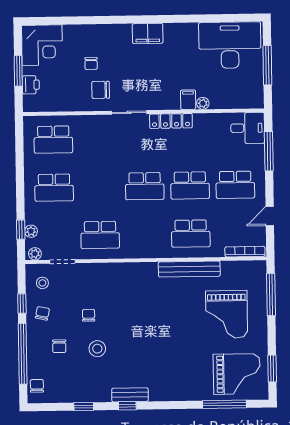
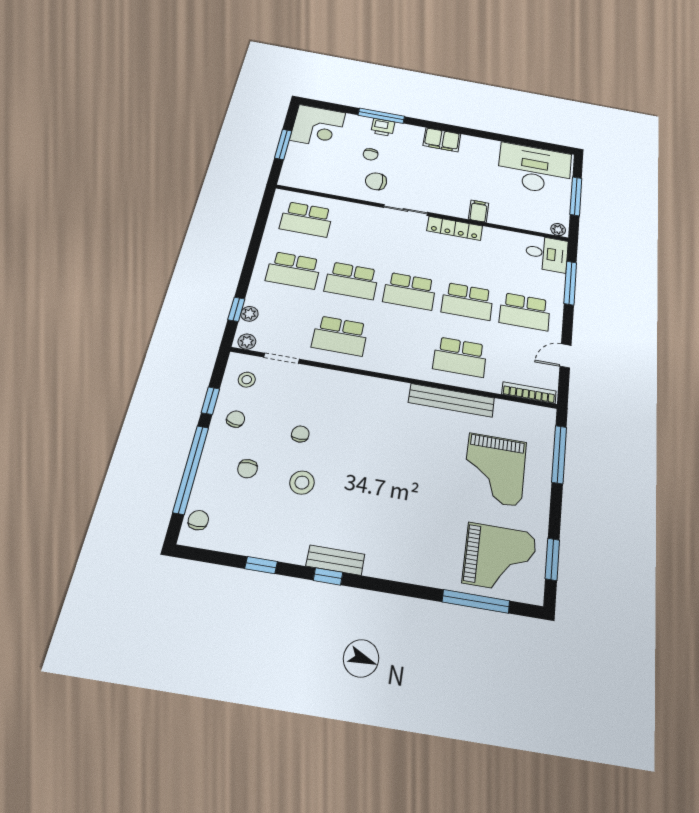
window: (92, 20) -> (381, 116), added
printer: (31, 85) -> (383, 127), moved, turned 90
plant: (203, 103) -> (558, 230), moved
school desk: (99, 187) -> (352, 281), added

